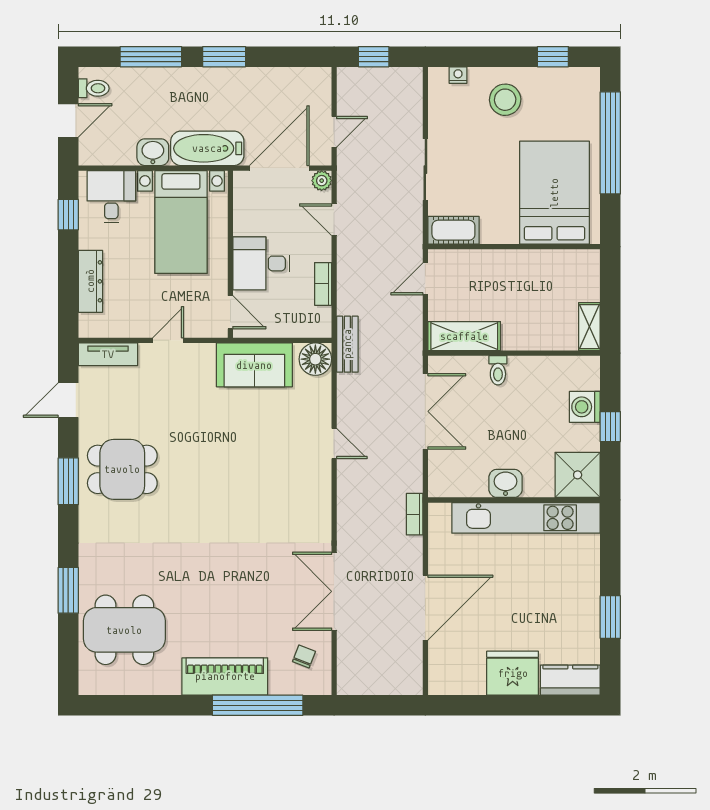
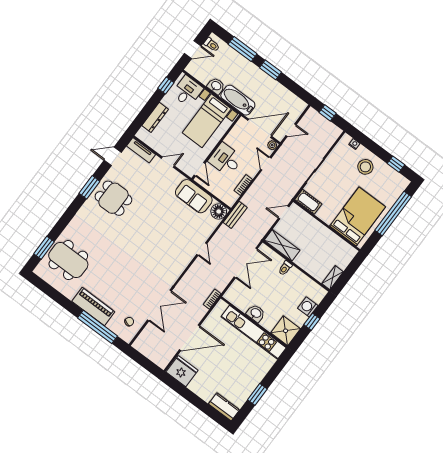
window: (68, 590) -> (44, 248), moved
double door: (334, 591) -> (159, 305), swing flipped
fridge: (513, 673) -> (182, 371), moved

